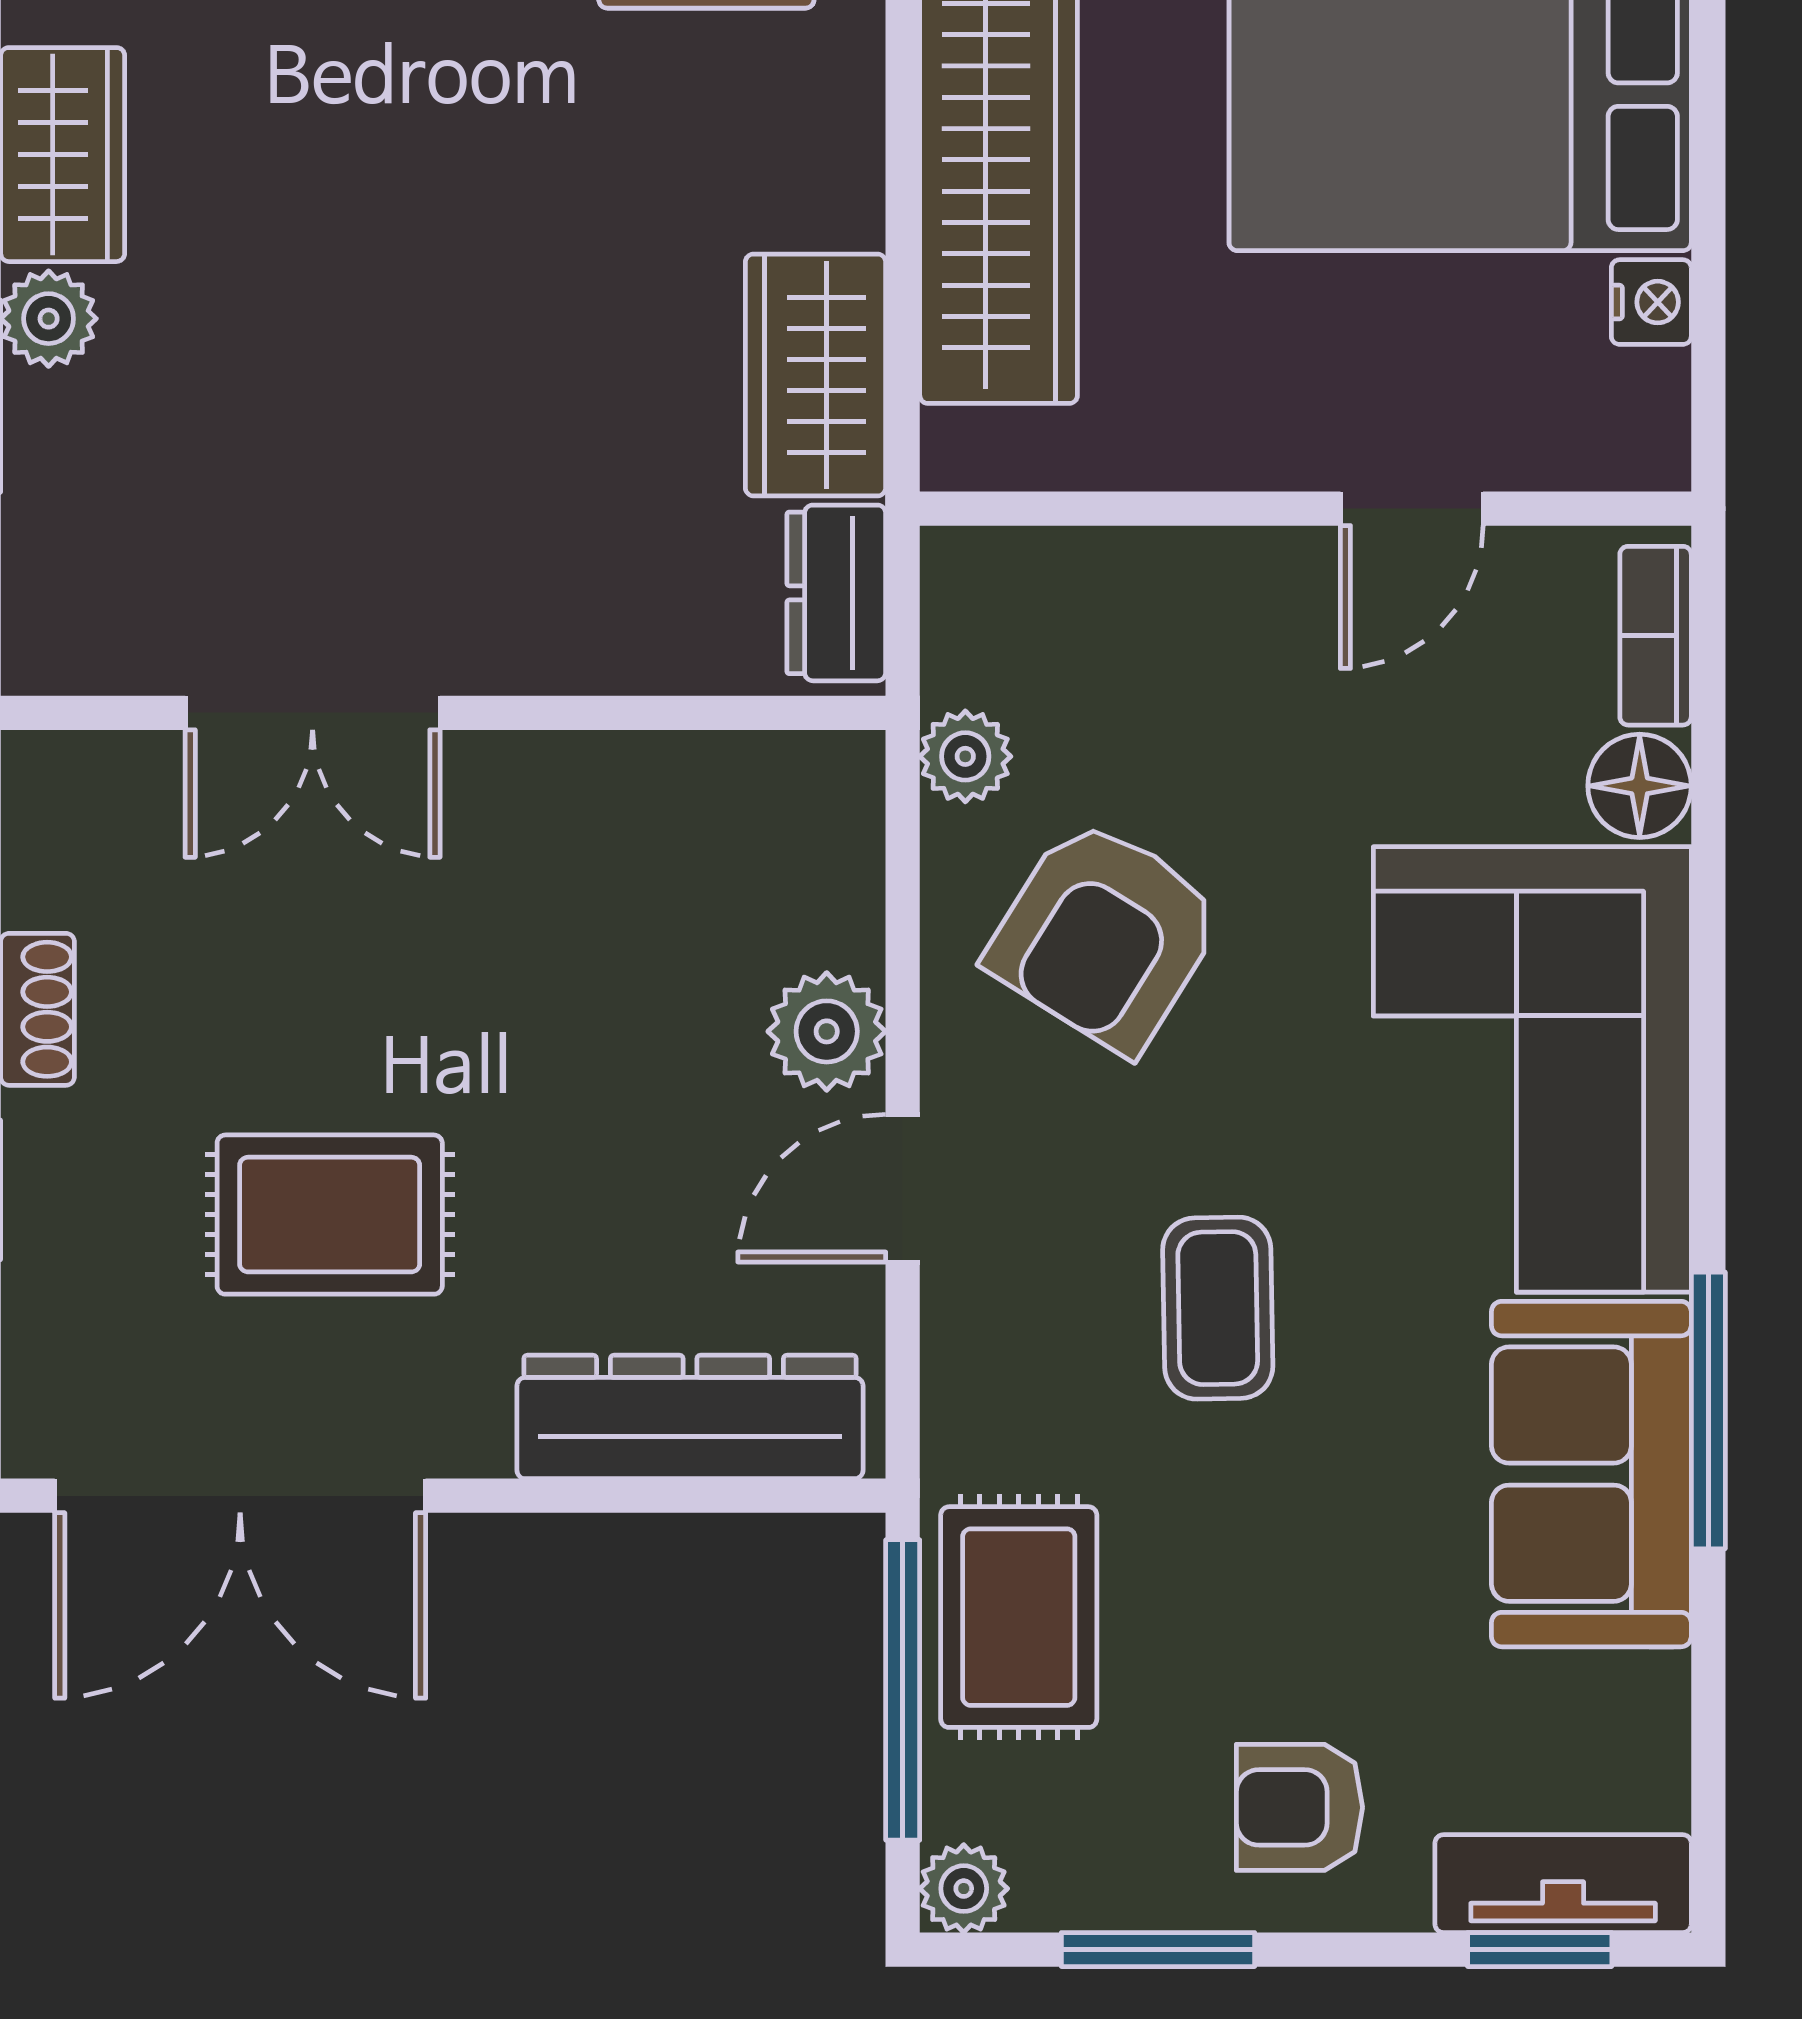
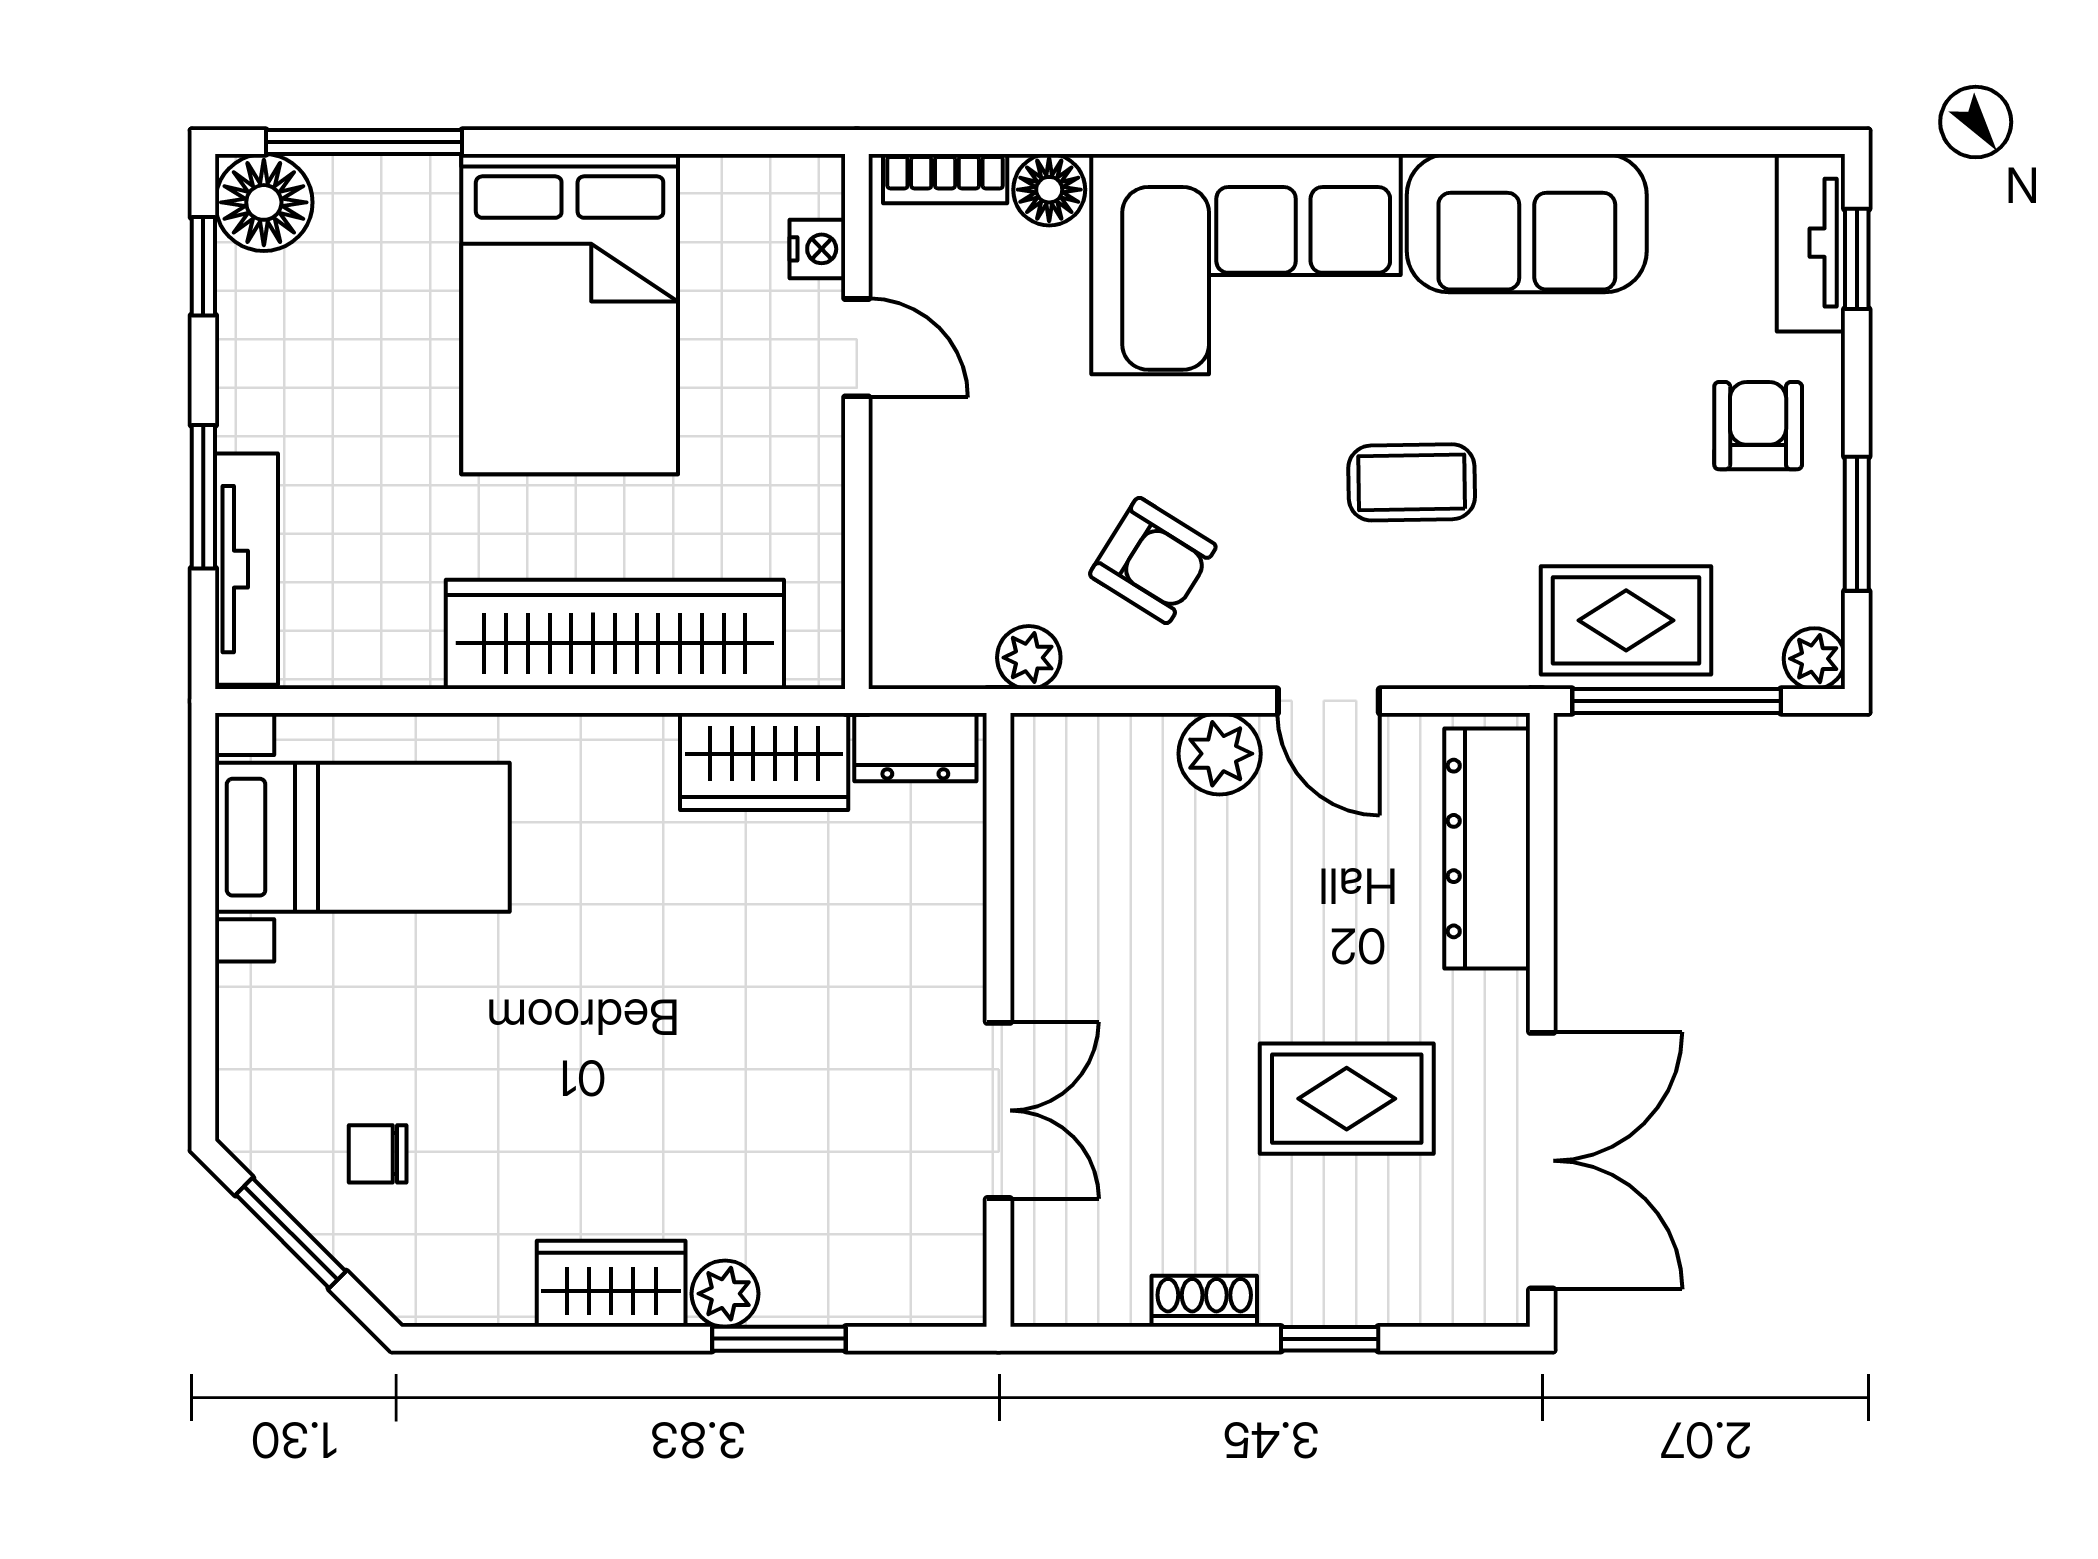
nightstand: (1651, 302) -> (817, 249), moved, turned 90
armchair: (1105, 935) -> (1153, 560), width x0.72, depth x0.72
rug: (330, 1215) -> (1347, 1099), turned 90
window: (1708, 1410) -> (1483, 142), removed
armchair: (1299, 1807) -> (1758, 426), turned 180

